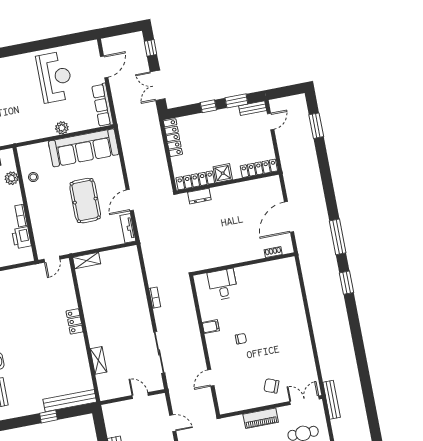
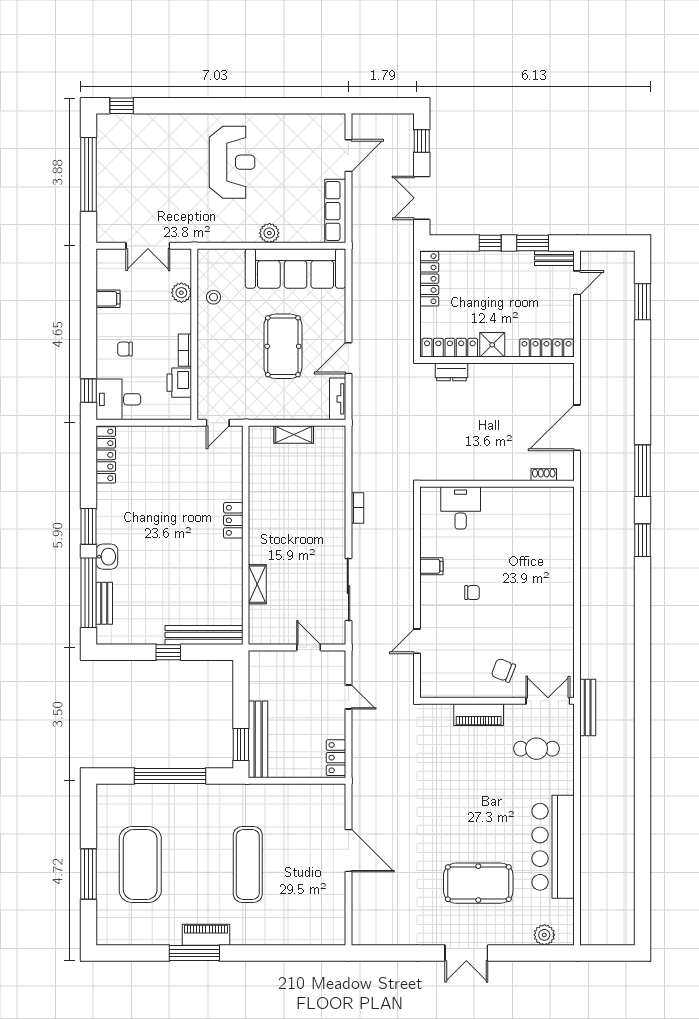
reception desk: (55, 77) -> (232, 162), moved
shelving: (87, 261) -> (294, 435), moved

